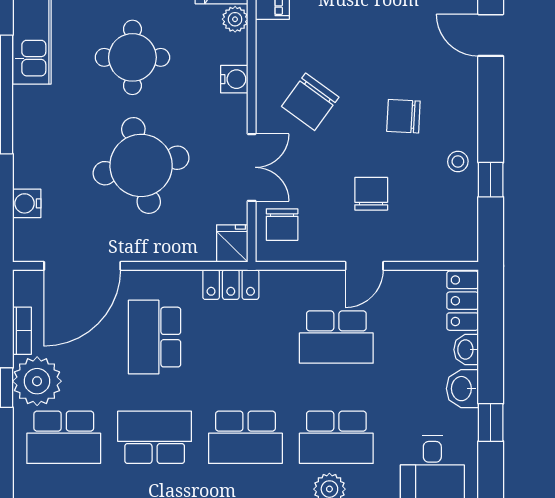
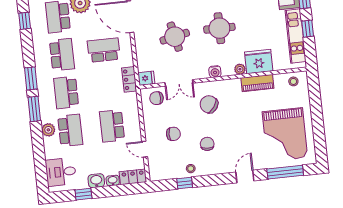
round table: (141, 165) -> (175, 37), width x0.73, depth x0.73
door: (364, 266) -> (145, 149), moved
school desk: (336, 437) -> (70, 130), turned 180

